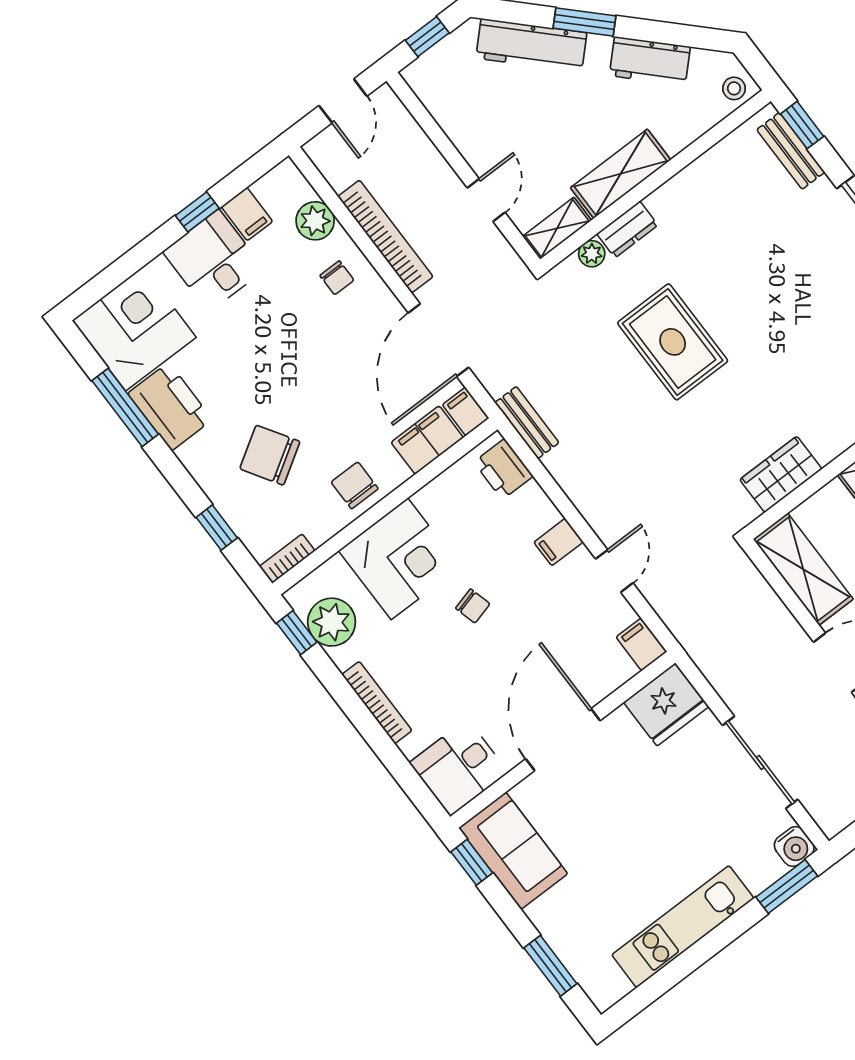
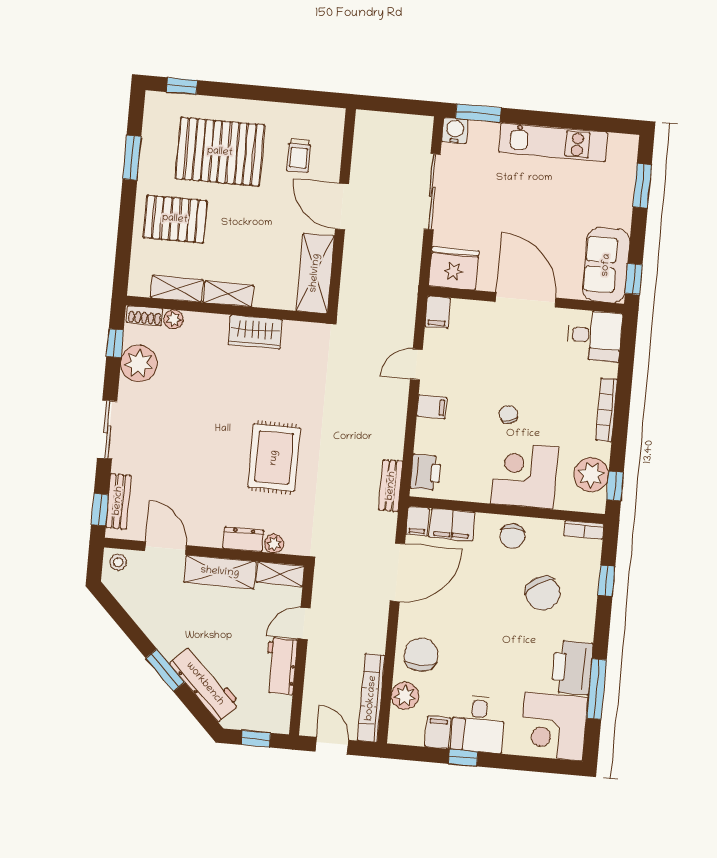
workbench: (650, 61) -> (281, 666), moved, turned -135
door: (343, 101) -> (332, 746), hinge flipped
door: (699, 147) -> (166, 548), added
bookcase: (385, 237) -> (371, 698), moved
chair: (337, 278) -> (421, 655), width x1.87, depth x1.87
wardrobe: (781, 474) -> (255, 332), moved
door: (563, 740) -> (526, 300), swing flipped

